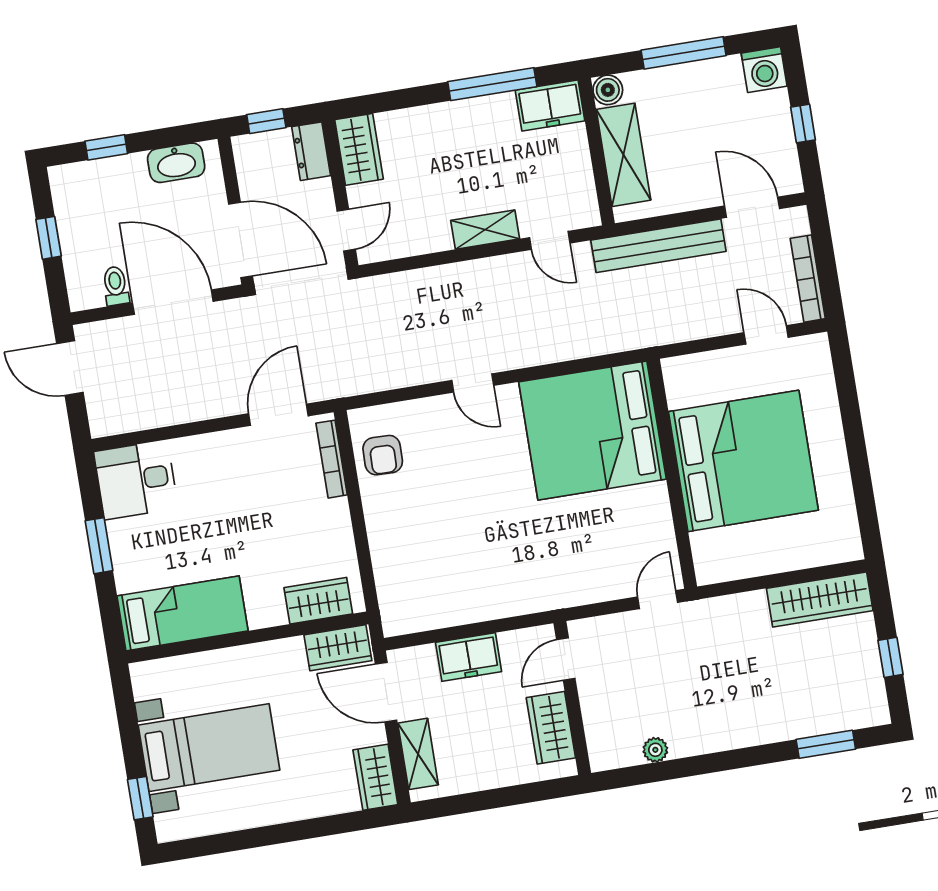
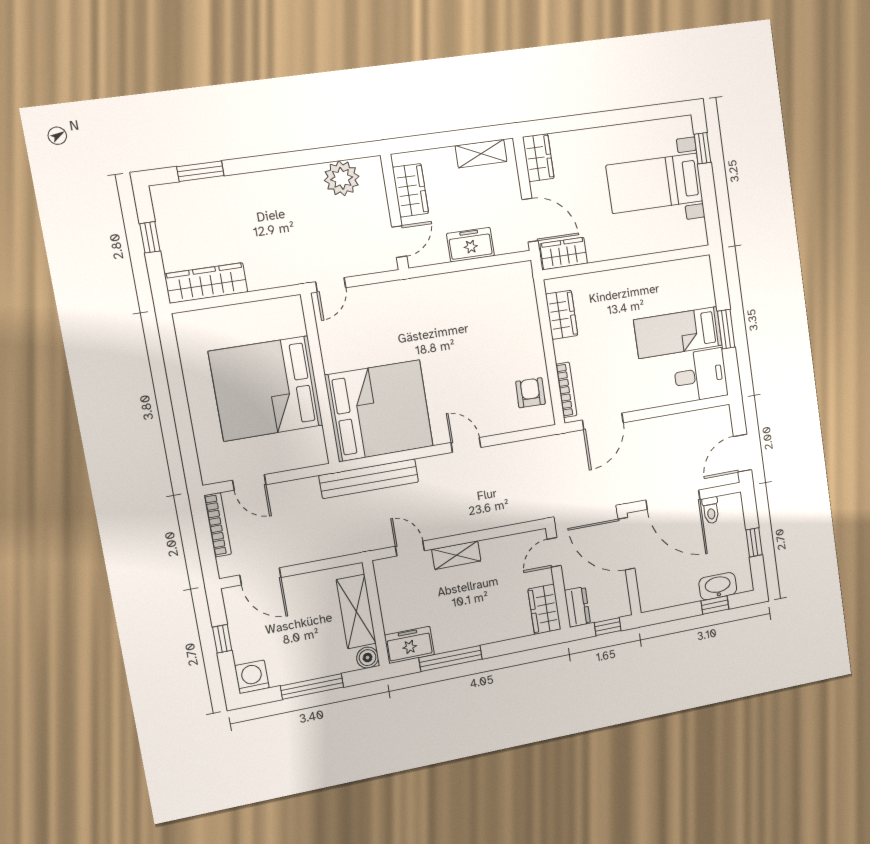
washbasin: (176, 163) -> (718, 586), moved
bench: (658, 246) -> (369, 479), moved
door: (70, 368) -> (742, 453), swing flipped
wardrobe: (318, 601) -> (562, 315), moved, turned -90
bed: (183, 613) -> (678, 333), moved
plant: (655, 750) -> (342, 178), width x1.88, depth x1.88
shelving: (418, 754) -> (481, 154), moved, turned 90

